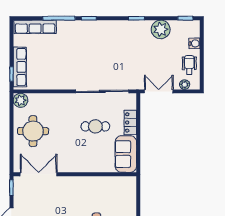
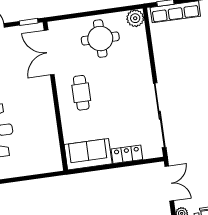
cafe table: (95, 126) -> (81, 93), moved
double door: (39, 174) -> (49, 52), swing flipped

